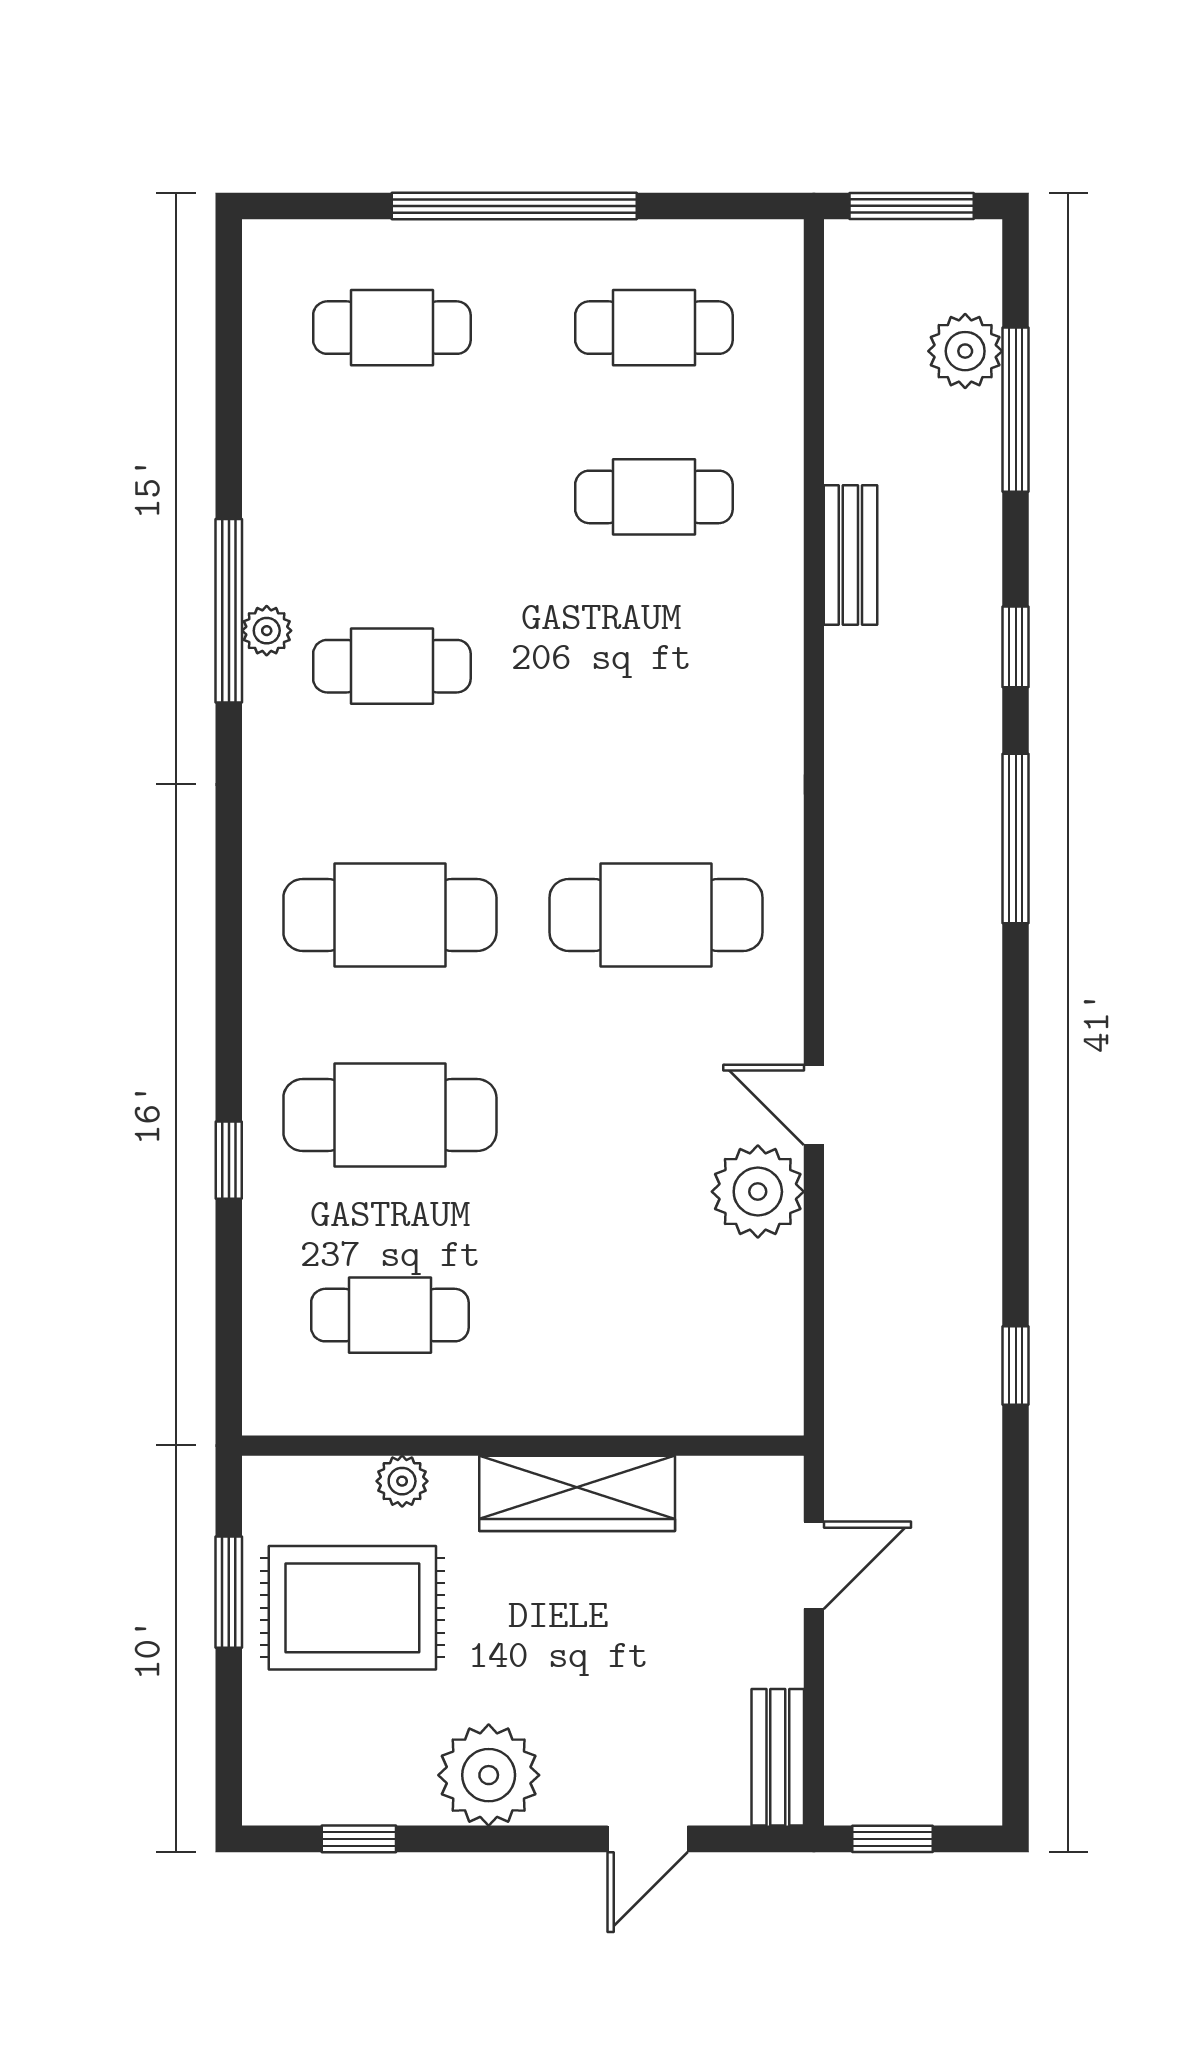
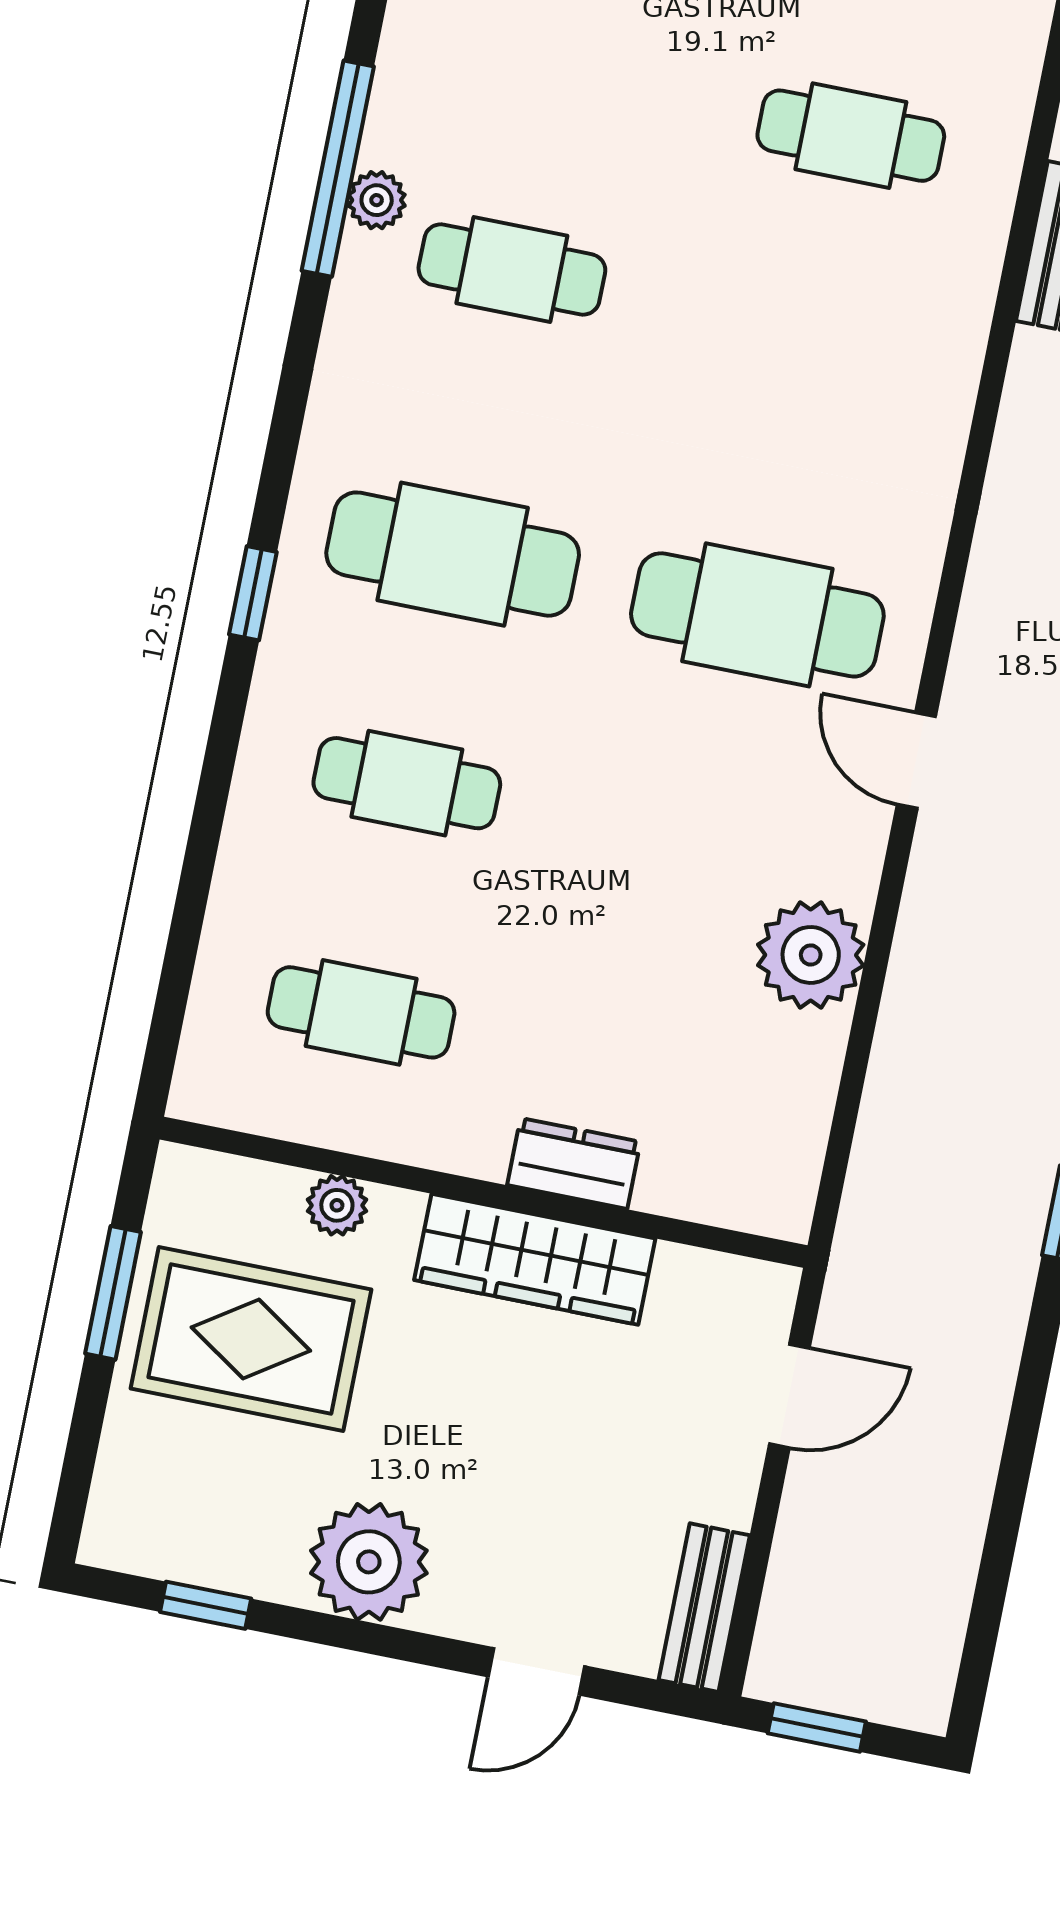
door: (814, 1105) -> (916, 761), moved
cafe table: (390, 1115) -> (407, 783), width x0.73, depth x0.74
window: (229, 1160) -> (253, 593), moved
dresser: (594, 1406) -> (574, 1163), added

